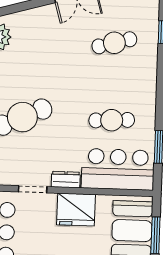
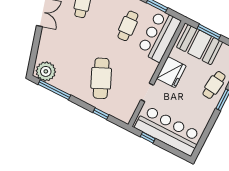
dresser: (66, 180) -> (151, 70), removed

